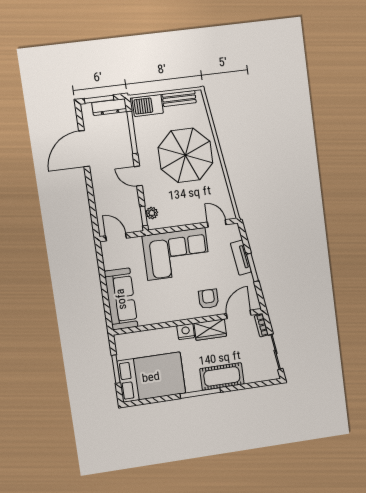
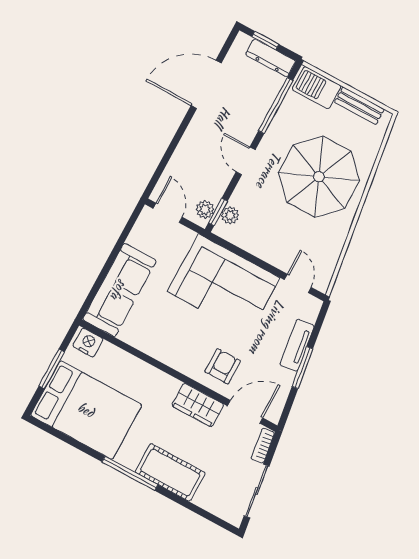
window: (99, 99) -> (265, 41), width x0.67
plant: (136, 220) -> (205, 210), added
nightstand: (186, 332) -> (88, 343), moved

